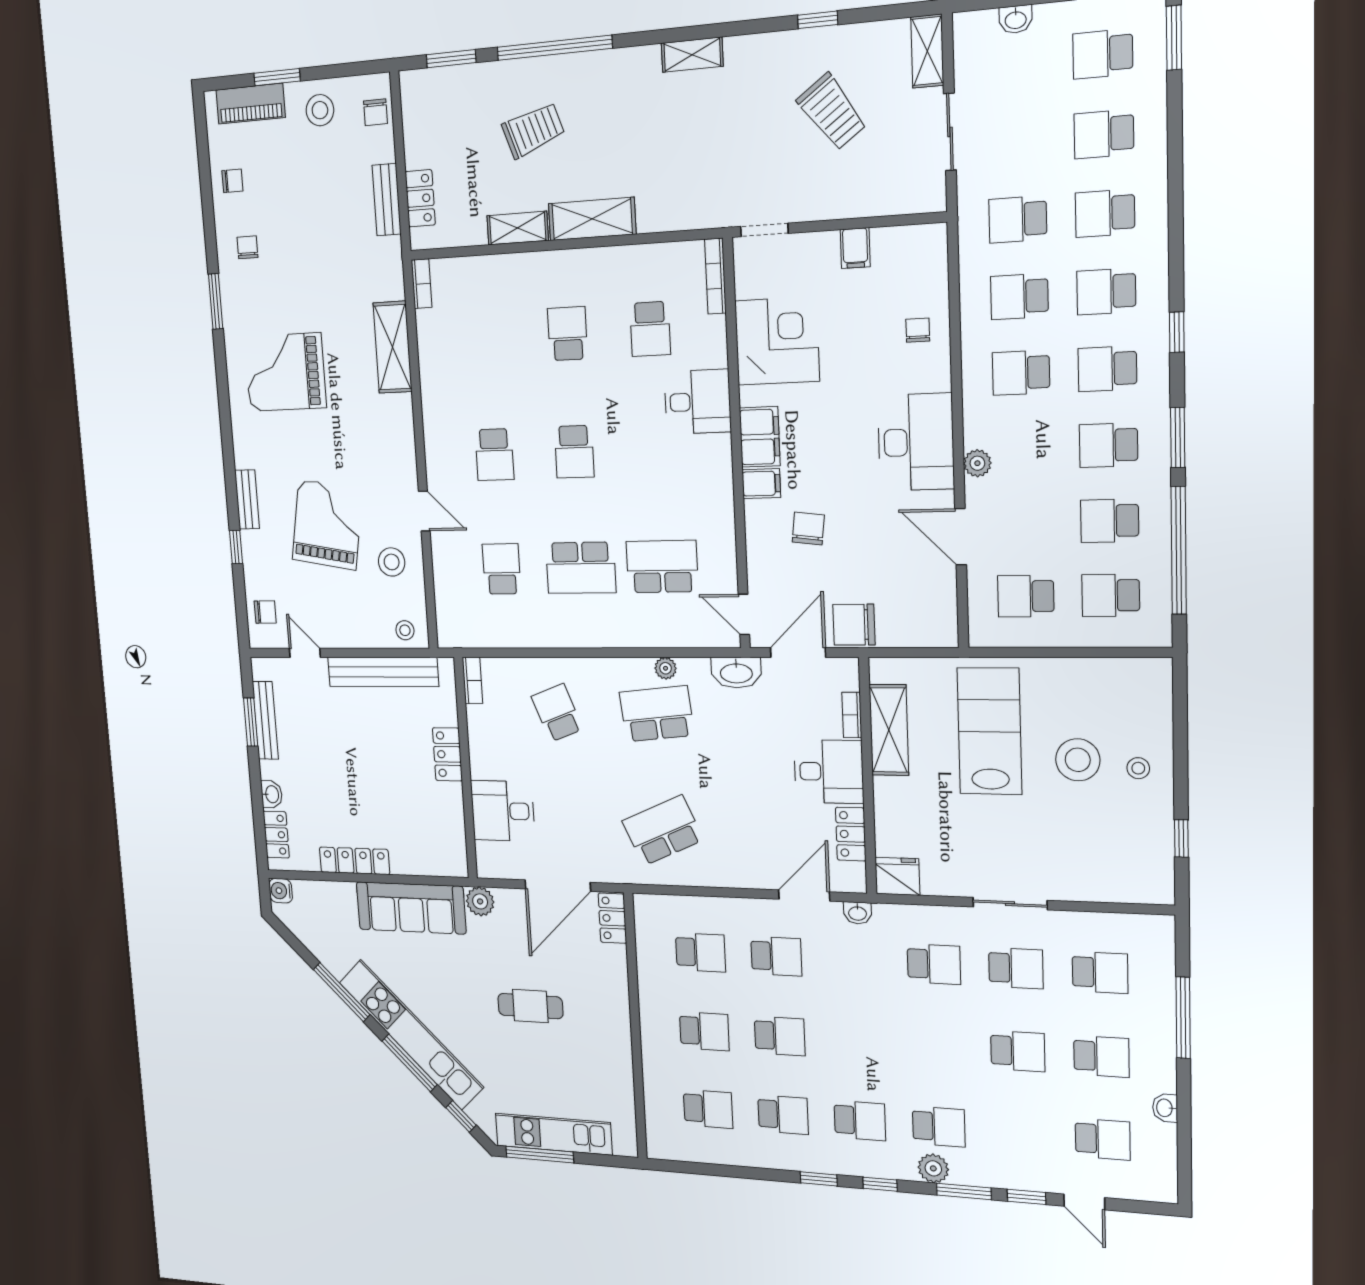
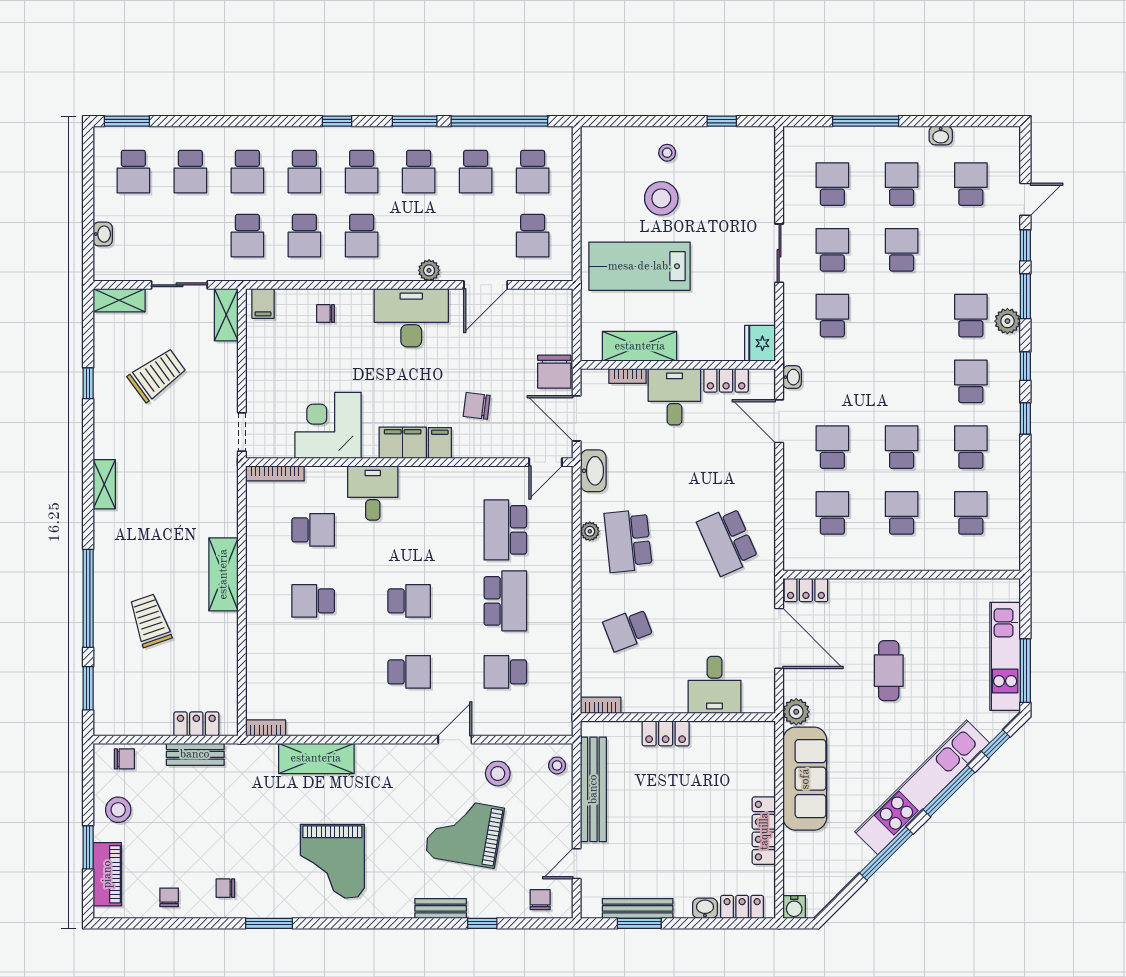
shelving: (518, 228) -> (226, 315), moved
filing cabinet: (855, 248) -> (263, 303), moved, turned 90

